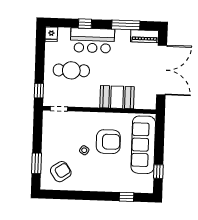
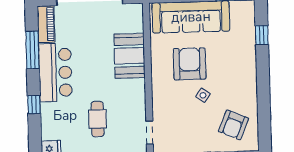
bar counter: (92, 40) -> (55, 73), moved
cafe table: (71, 70) -> (97, 119), width x0.73, depth x0.74
armchair: (61, 172) -> (233, 125), turned -123

